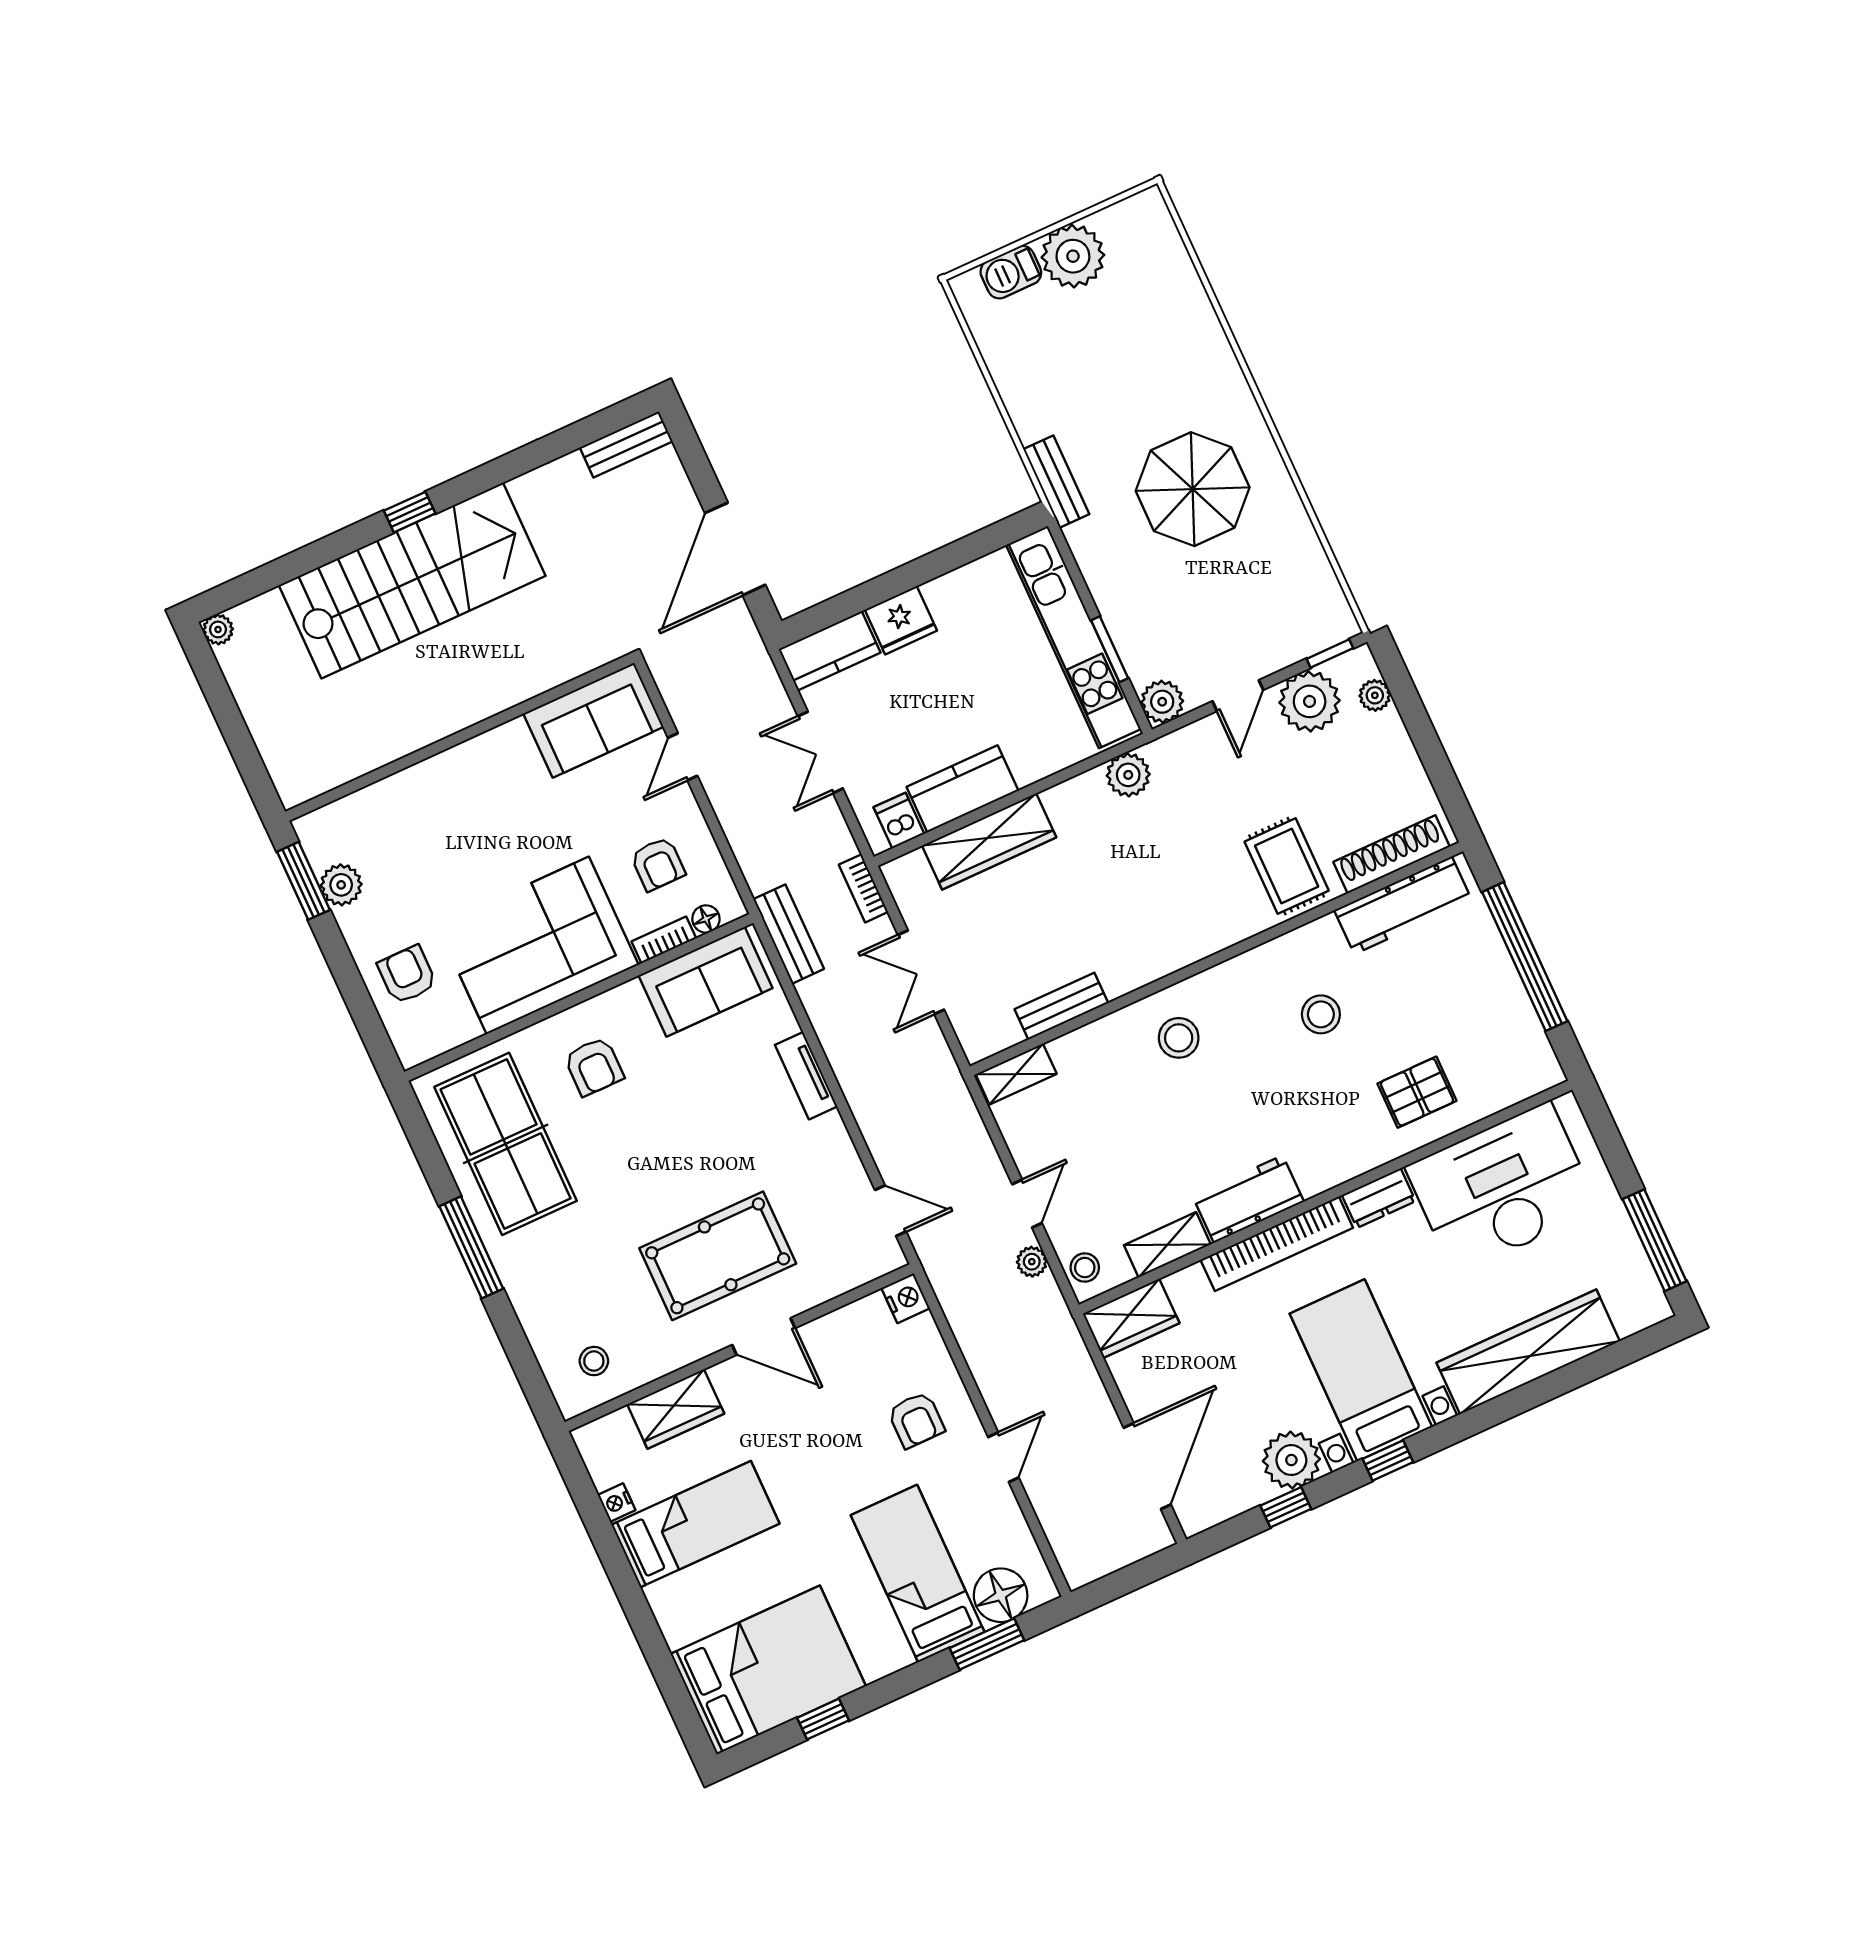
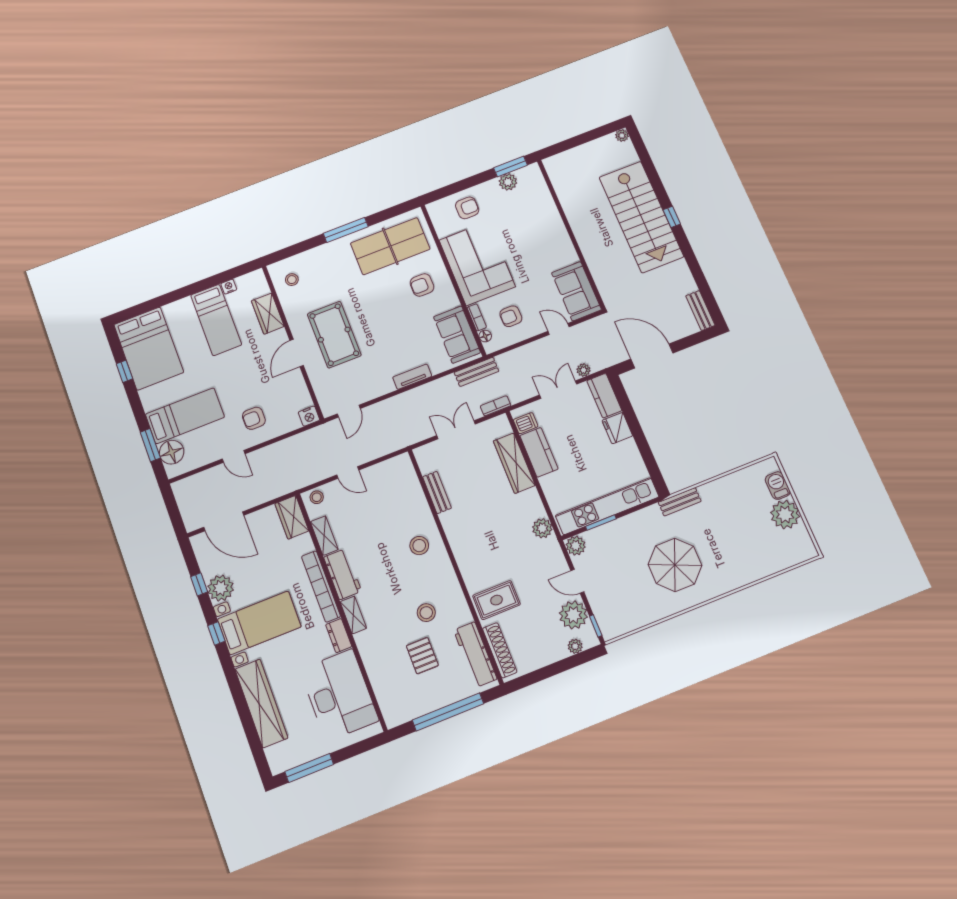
shelving: (1016, 1074) -> (353, 615), moved
pallet: (1417, 1092) -> (422, 656), moved
plant: (1032, 1262) -> (584, 370), moved

